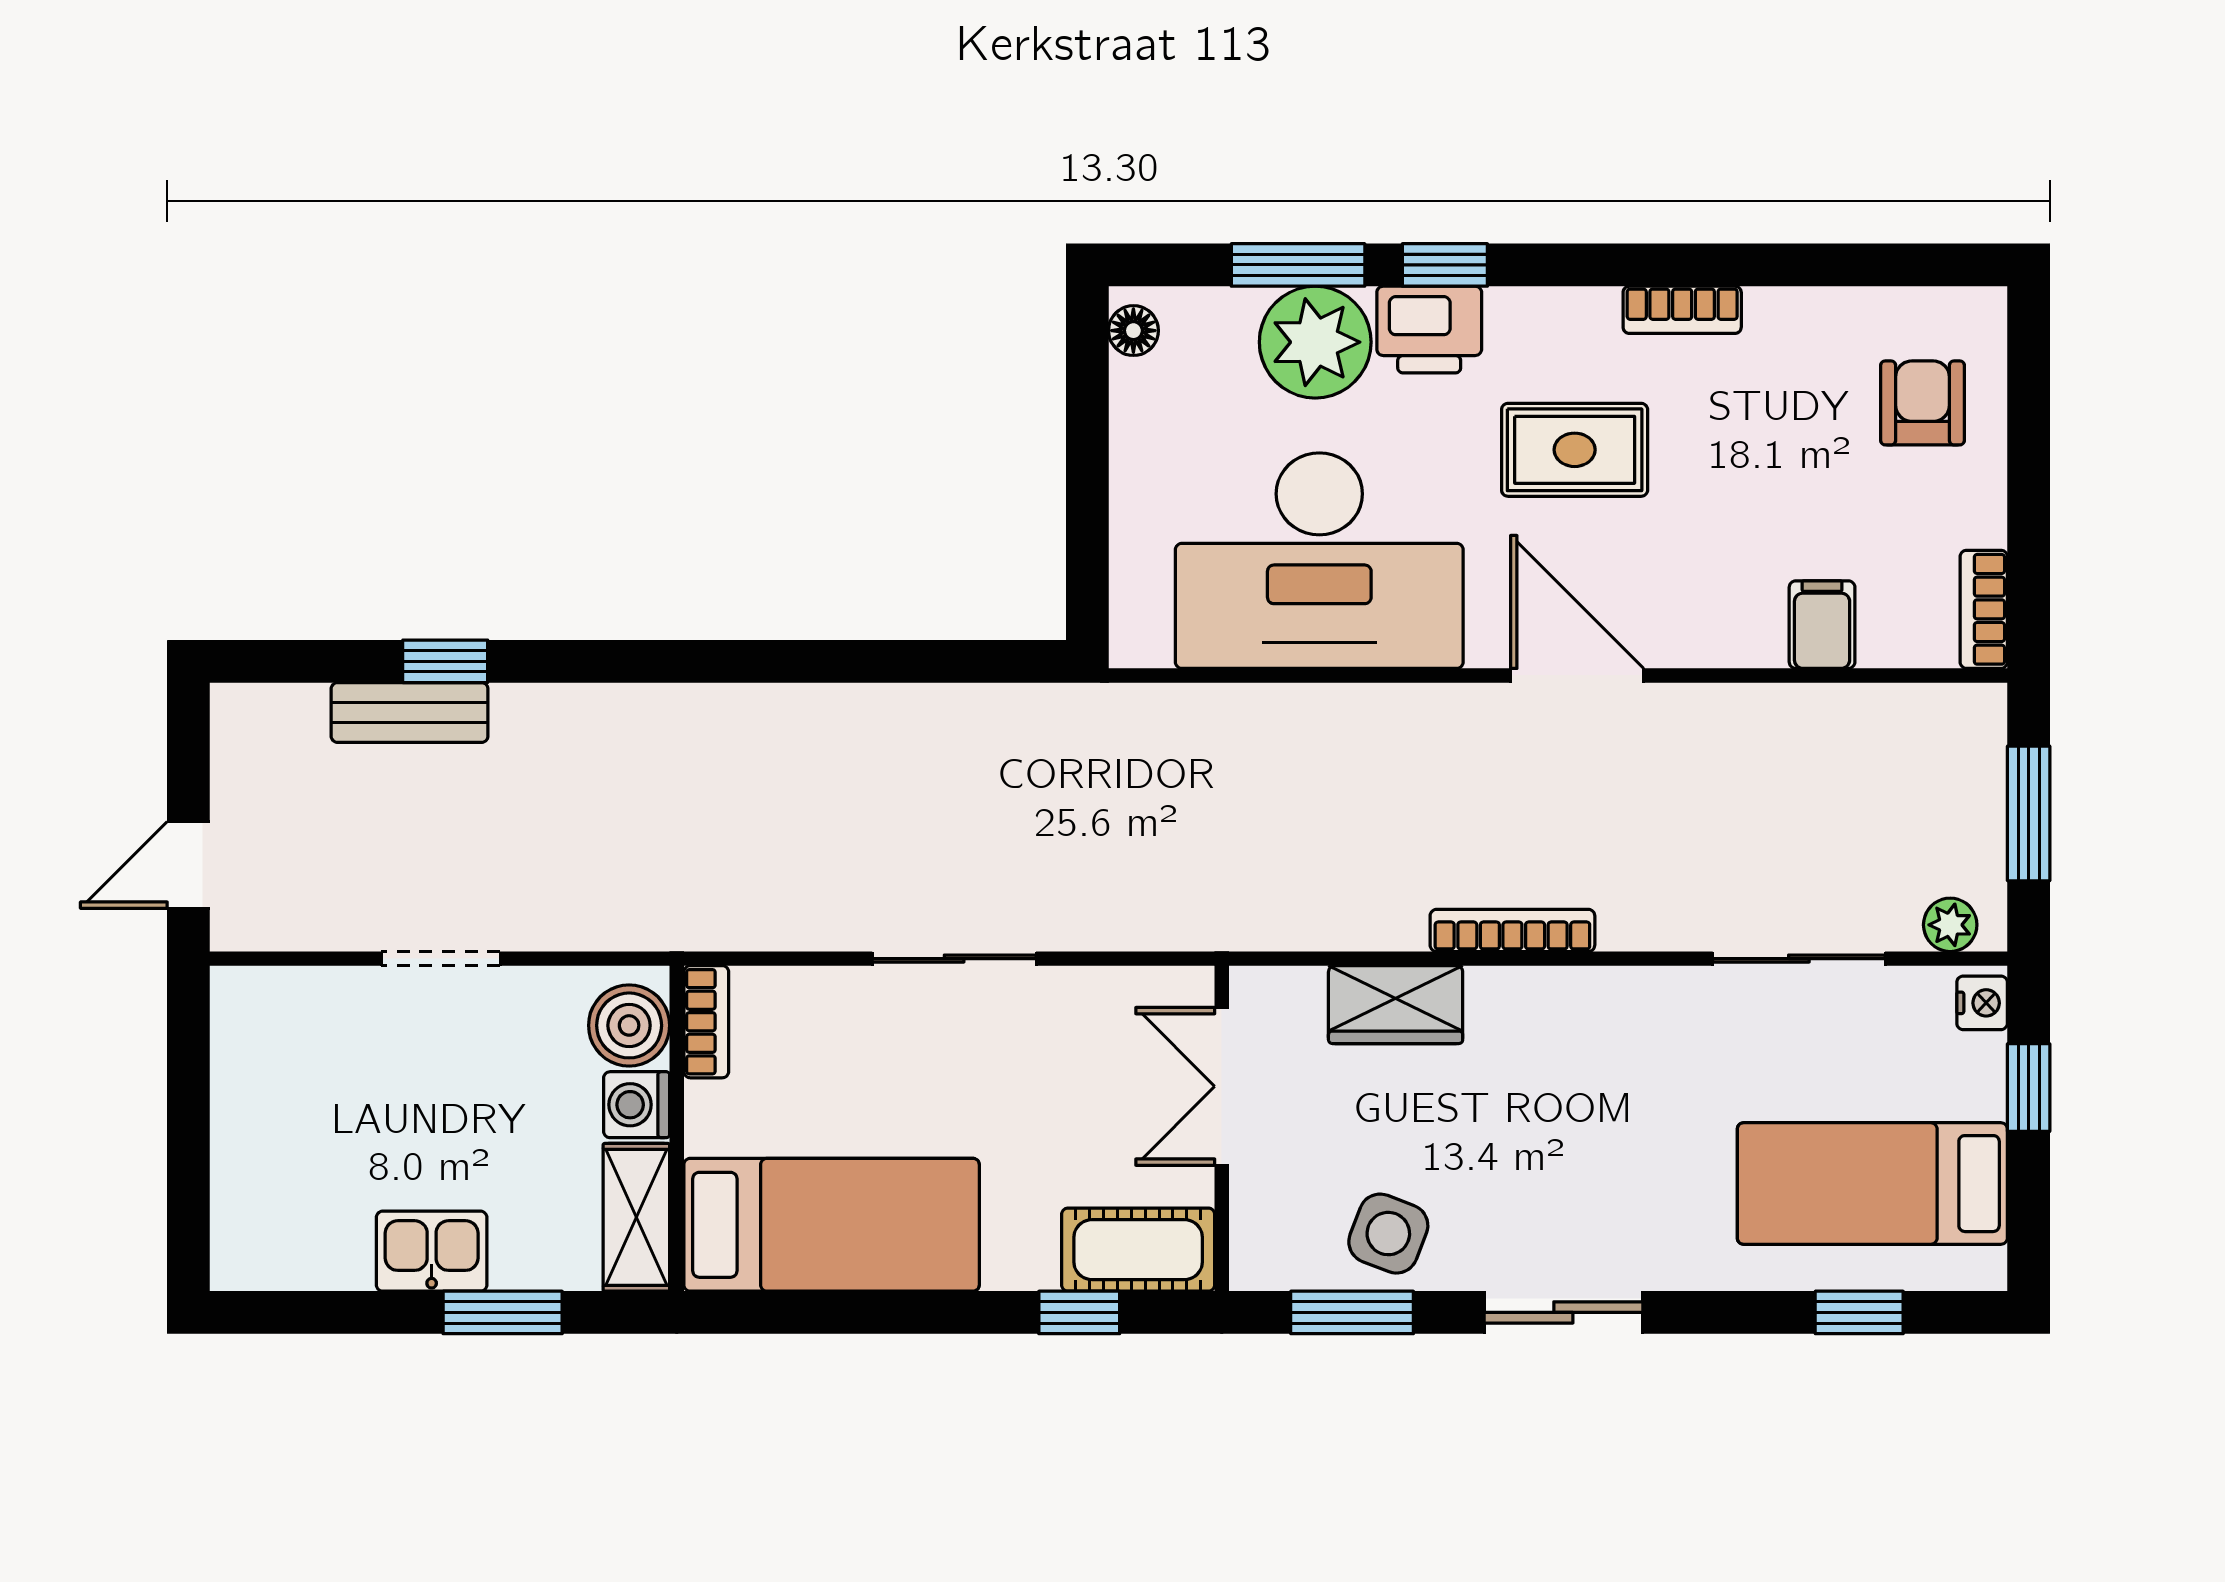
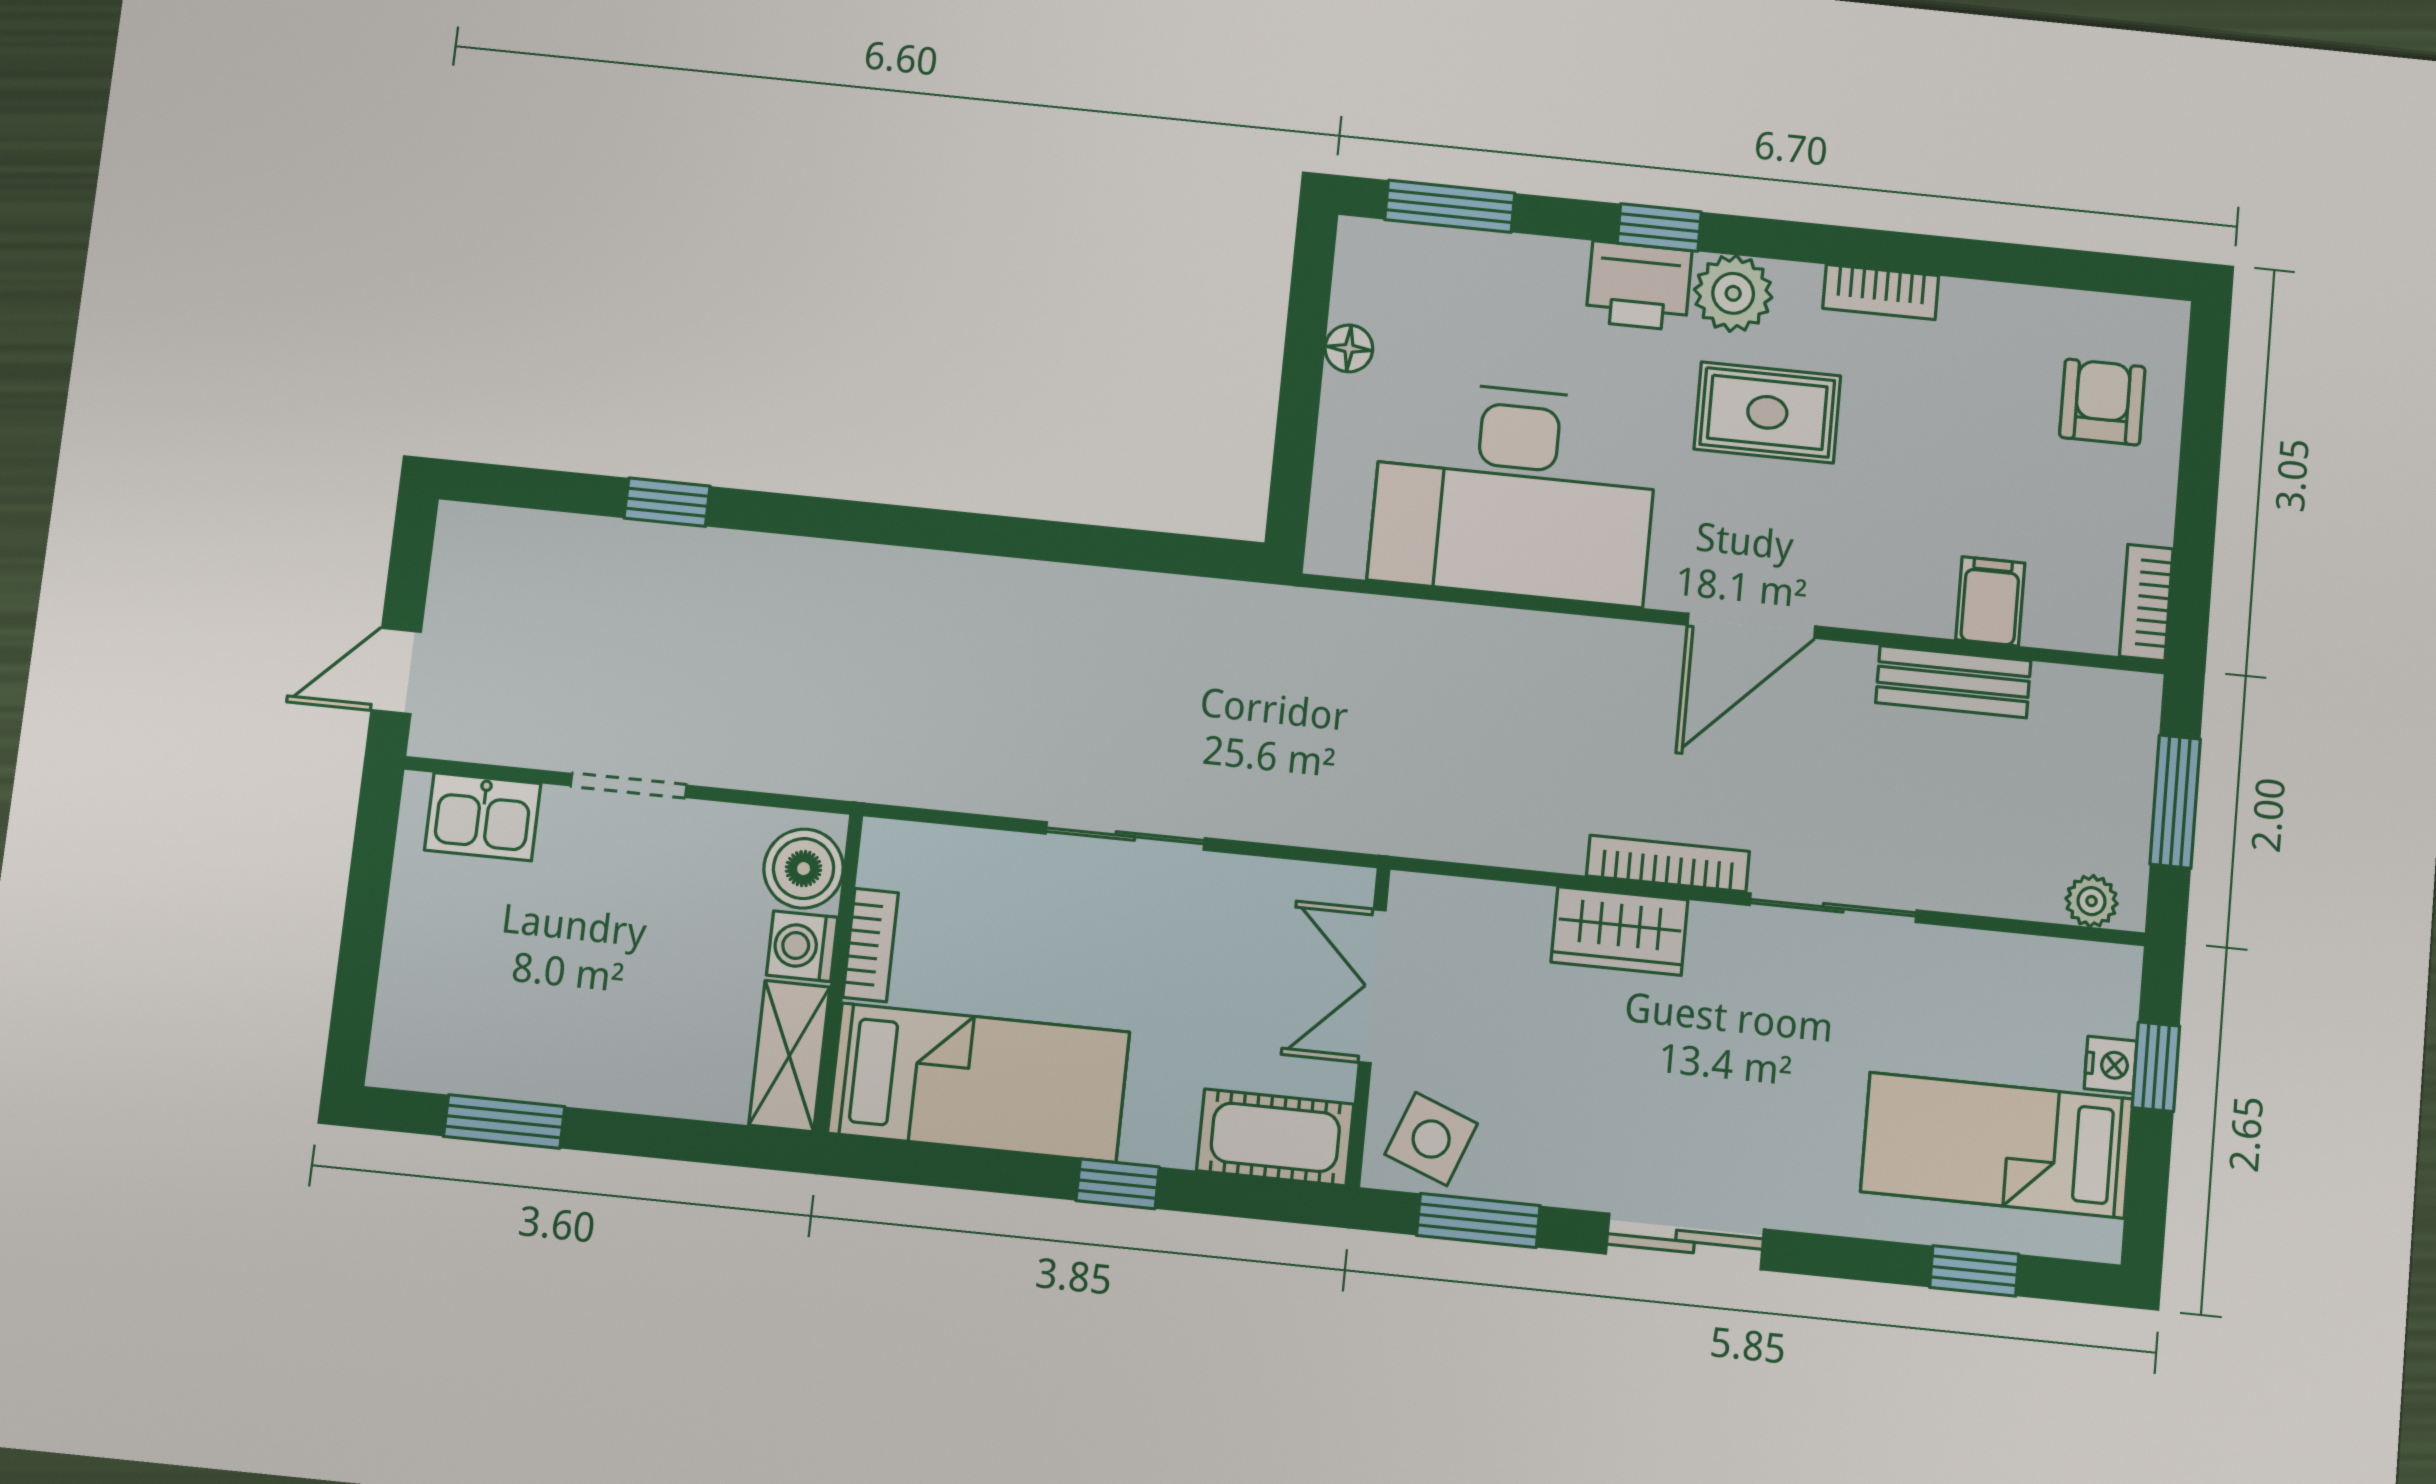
window: (1298, 265) -> (1450, 206), moved
floor lamp: (1133, 331) -> (1349, 348), moved
plant: (1315, 342) -> (1733, 293), moved, width x0.73, depth x0.73
door: (1577, 675) -> (1751, 626), swing flipped
bench: (410, 713) -> (1953, 682), moved
sliding door: (1799, 959) -> (1833, 908), moved
nightstand: (1982, 1003) -> (2111, 1065), moved
wardrobe: (1396, 1005) -> (1619, 931), moved
bookcase: (706, 1022) -> (871, 945), moved
side table: (1388, 1234) -> (1431, 1139), moved
kitchen sink: (432, 1251) -> (483, 817), moved, turned 180
window: (503, 1312) -> (504, 1121), moved
window: (1079, 1312) -> (1118, 1184), moved

